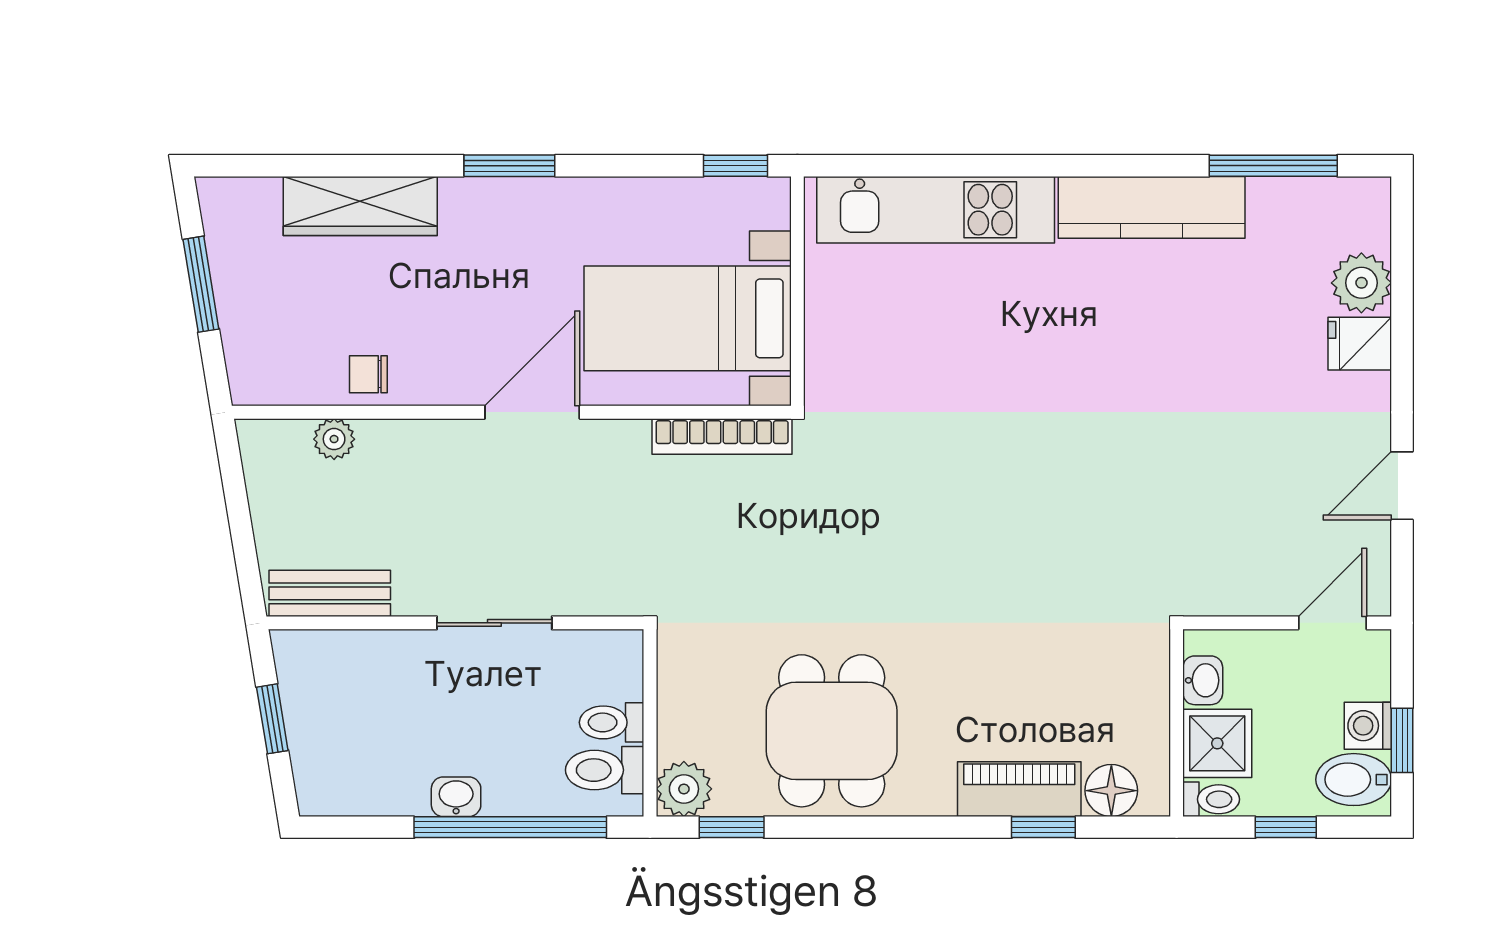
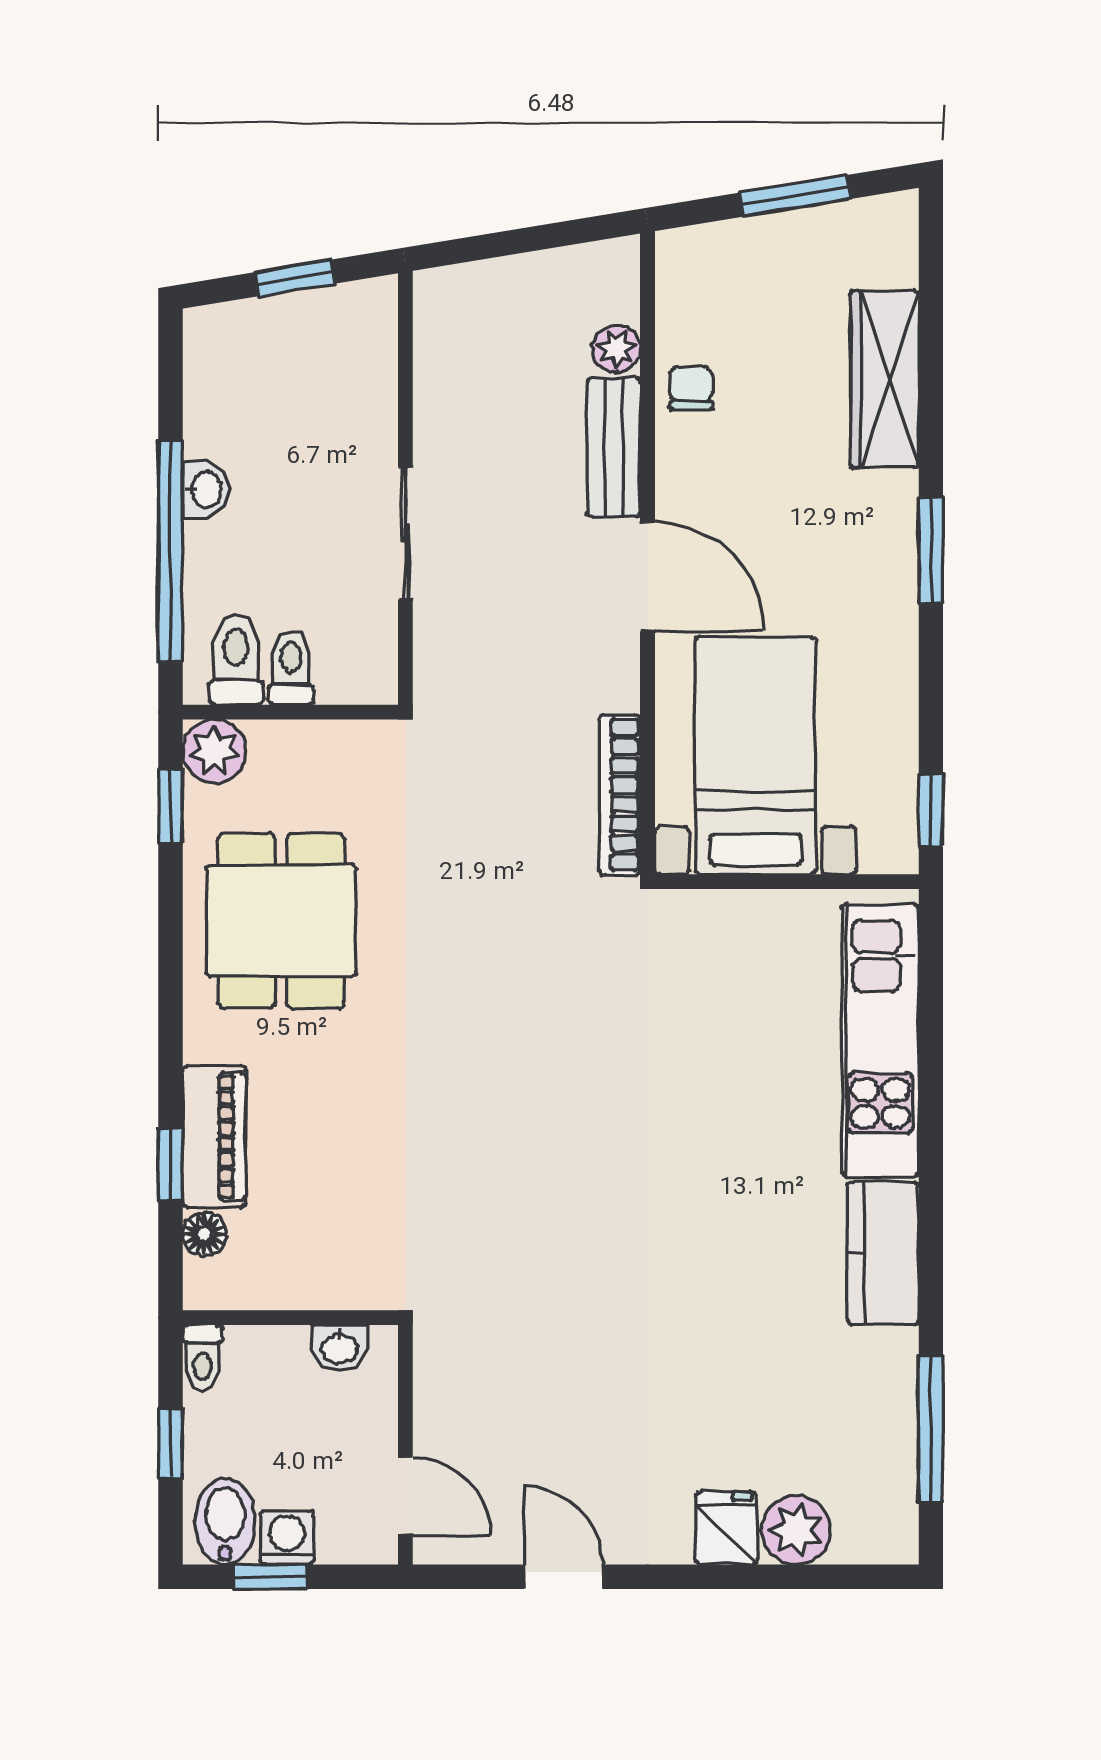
kitchen counter: (1152, 207) -> (883, 1253), width x0.67
bench: (330, 593) -> (614, 447), moved
dining table: (832, 731) -> (281, 921), turned 90
shower: (1217, 743) -> (267, 1364), removed
floor lamp: (1111, 791) -> (204, 1234), width x0.73, depth x0.73

